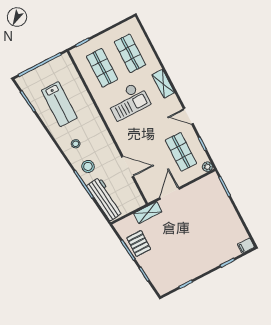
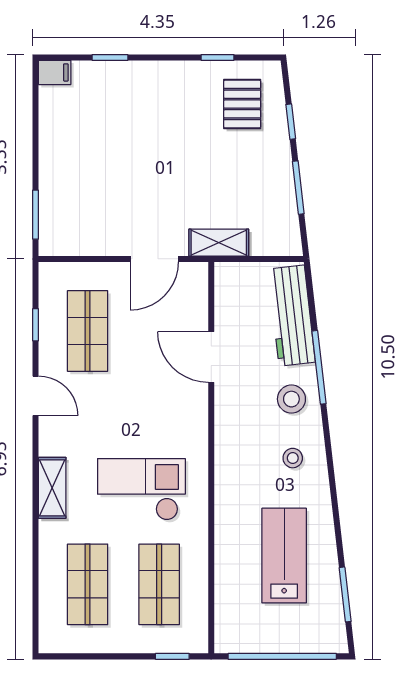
plant: (207, 167) -> (50, 273), removed
pallet: (139, 243) -> (242, 104), moved

